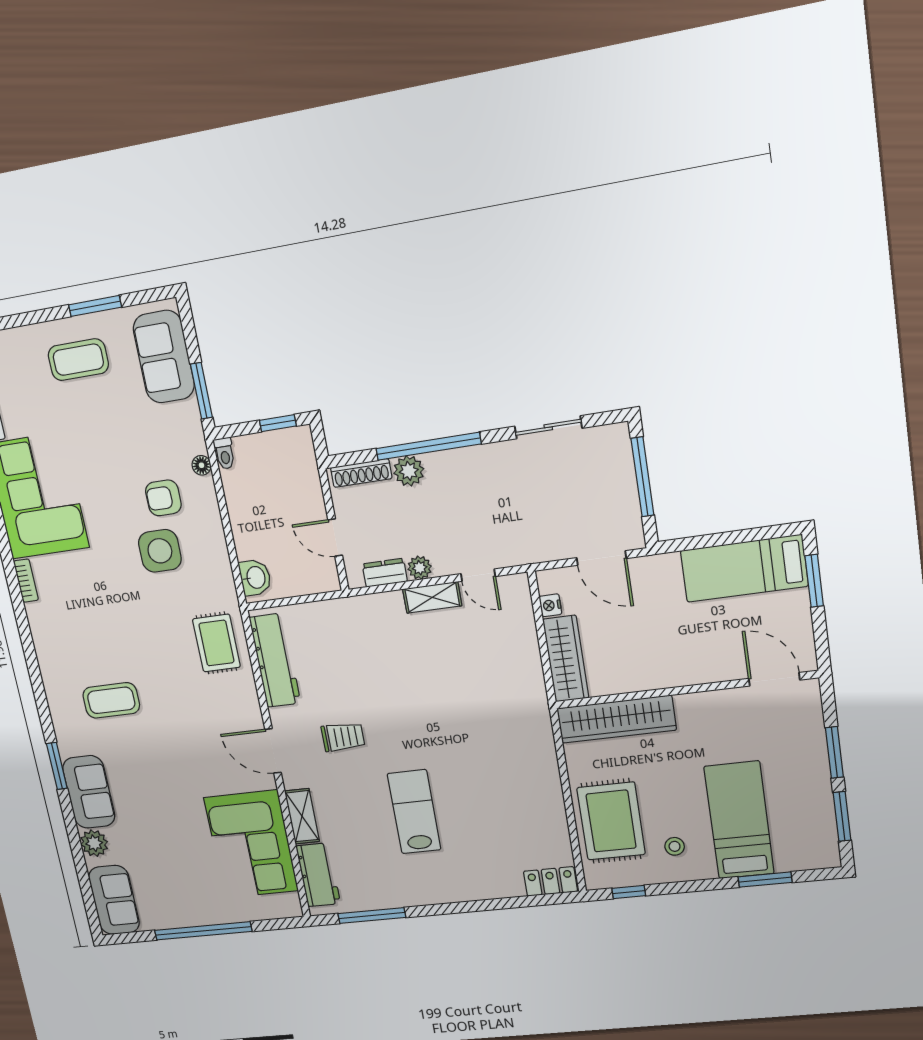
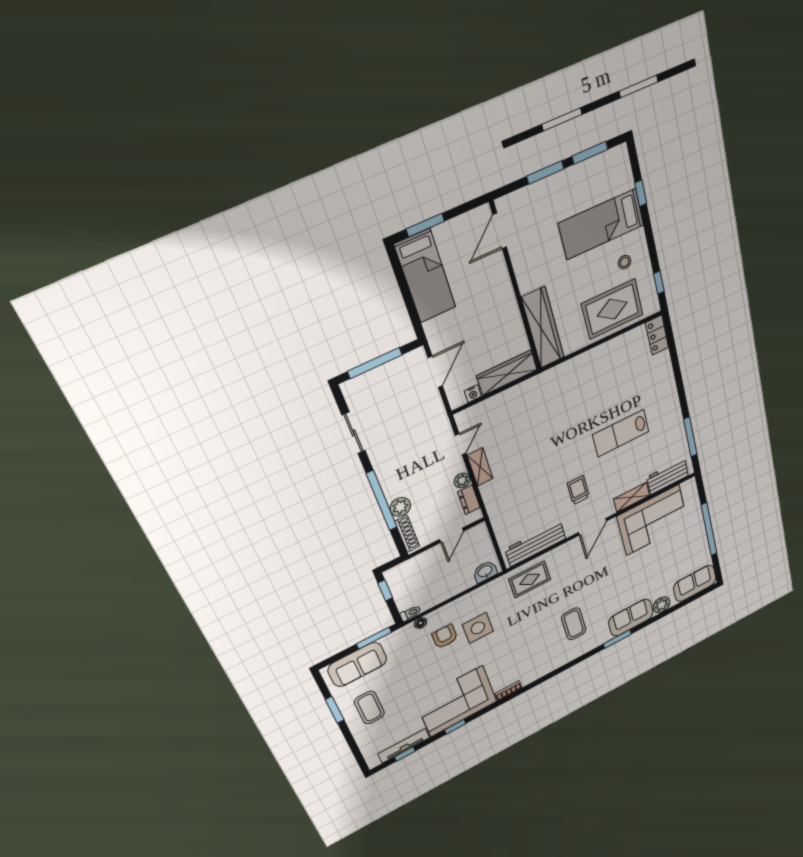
armchair: (163, 498) -> (445, 637), turned 180
window: (765, 880) -> (641, 193), width x0.67

